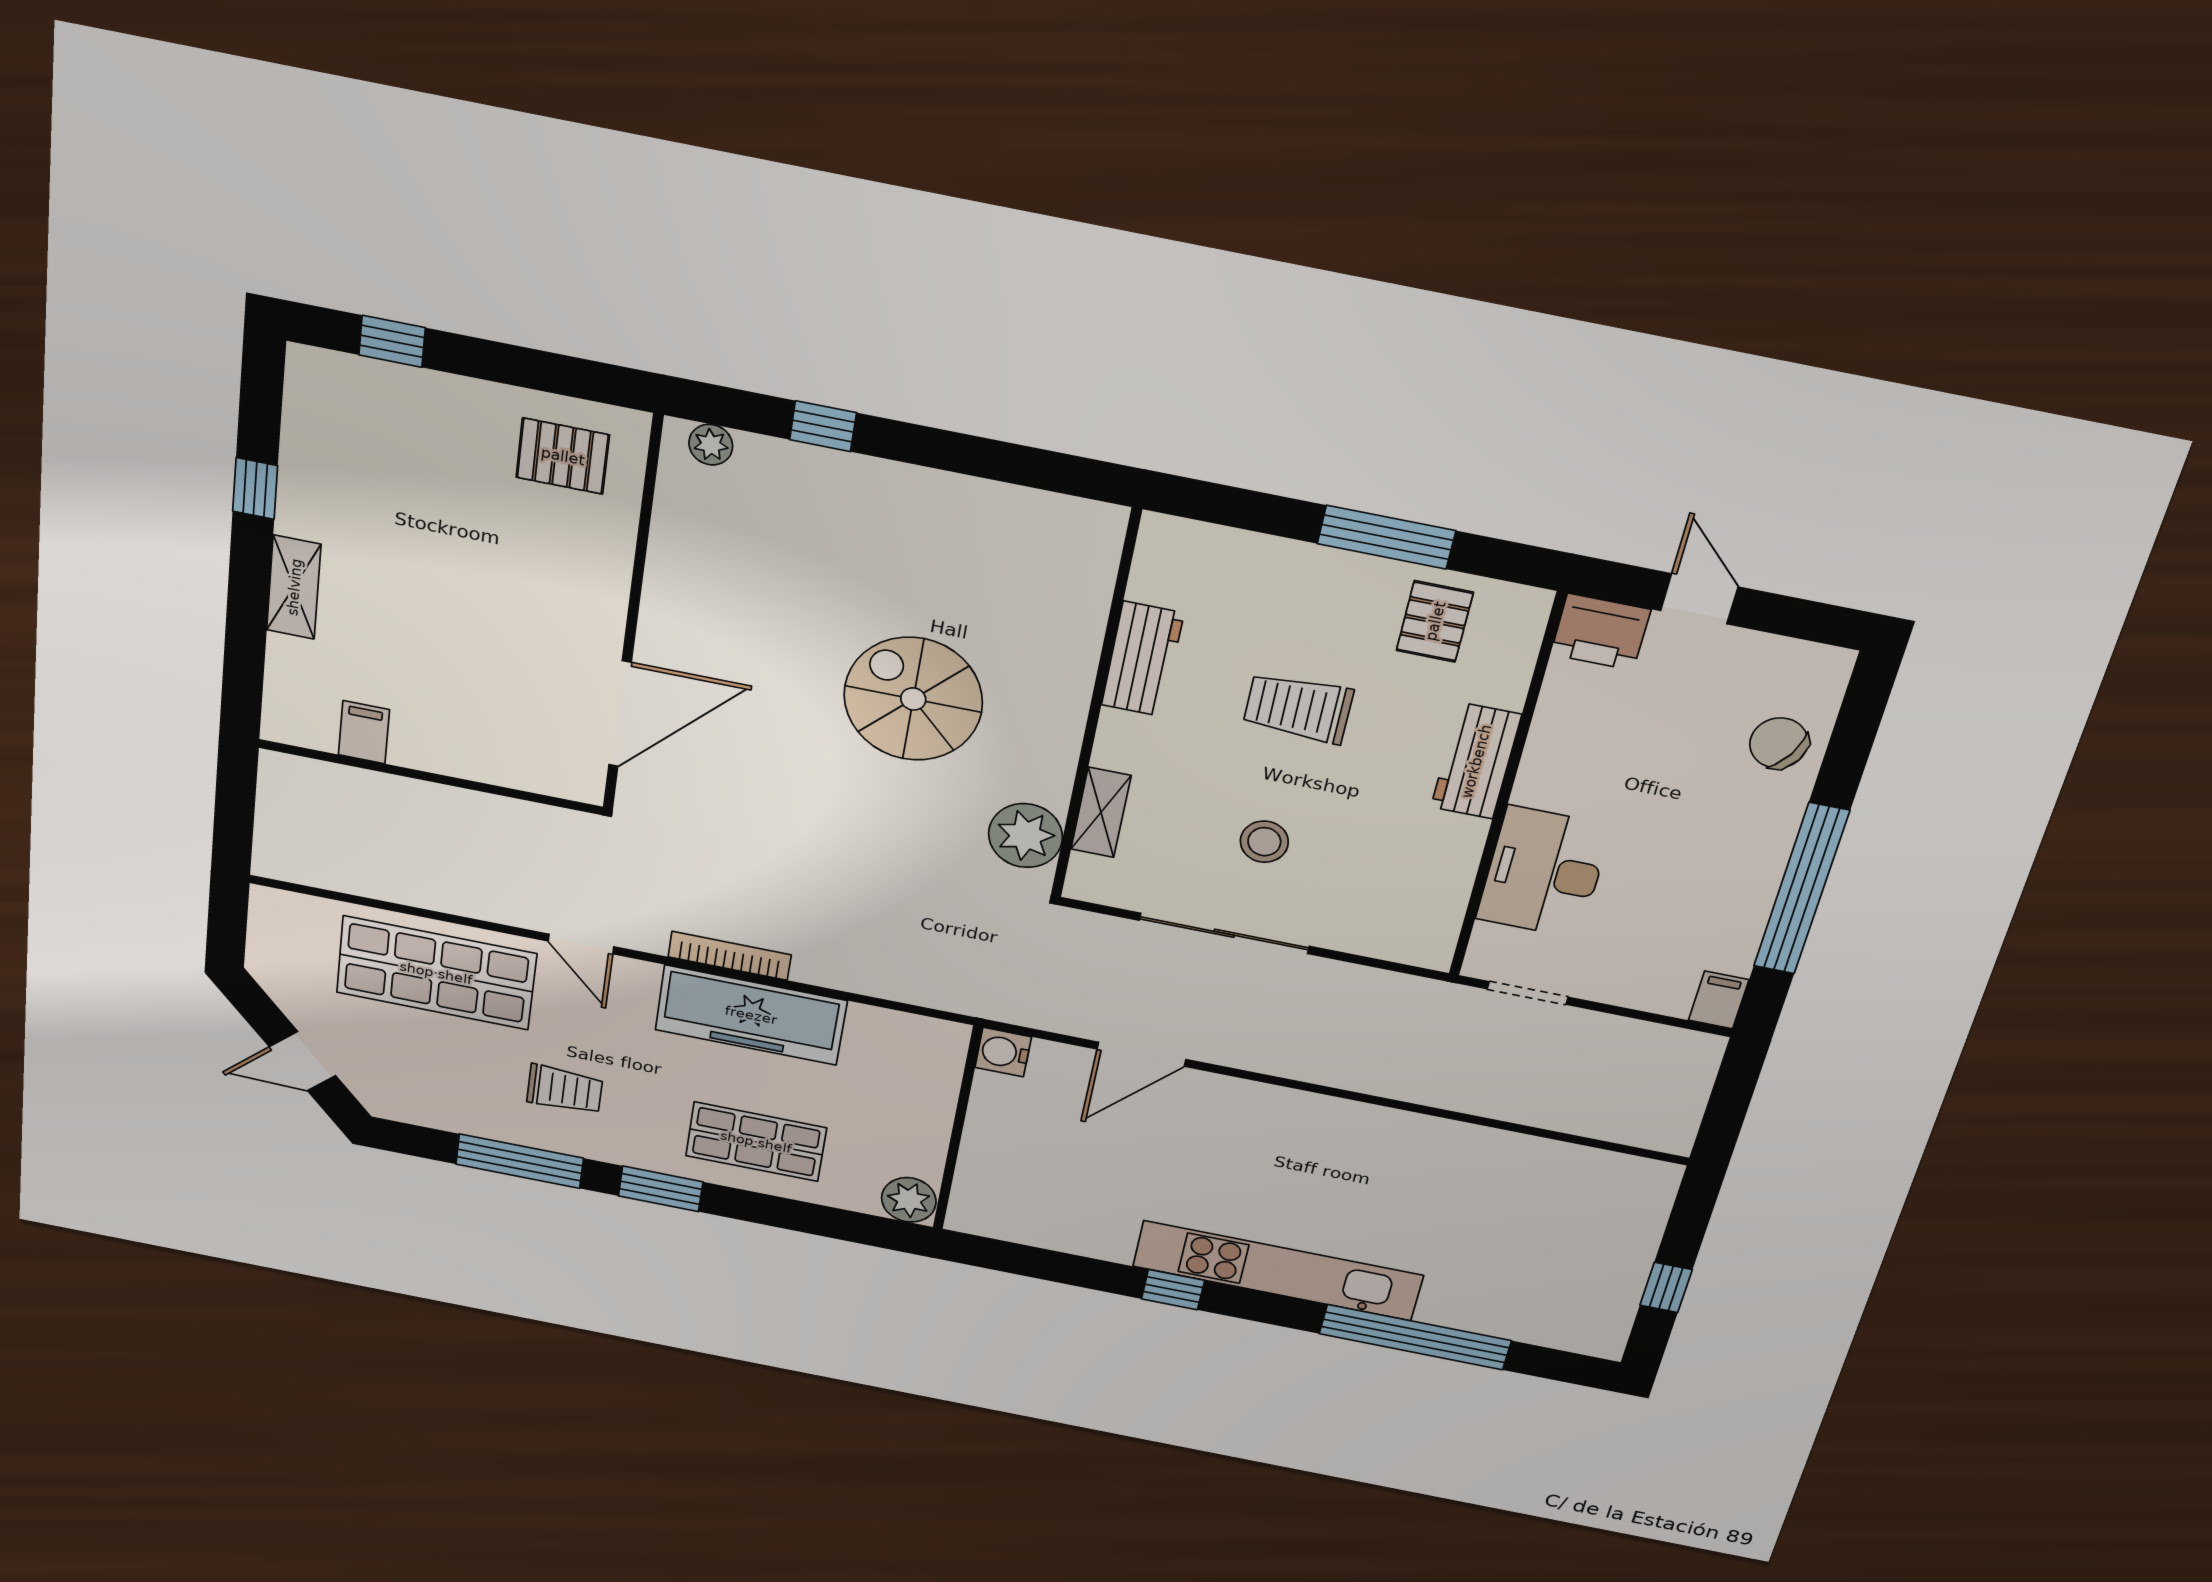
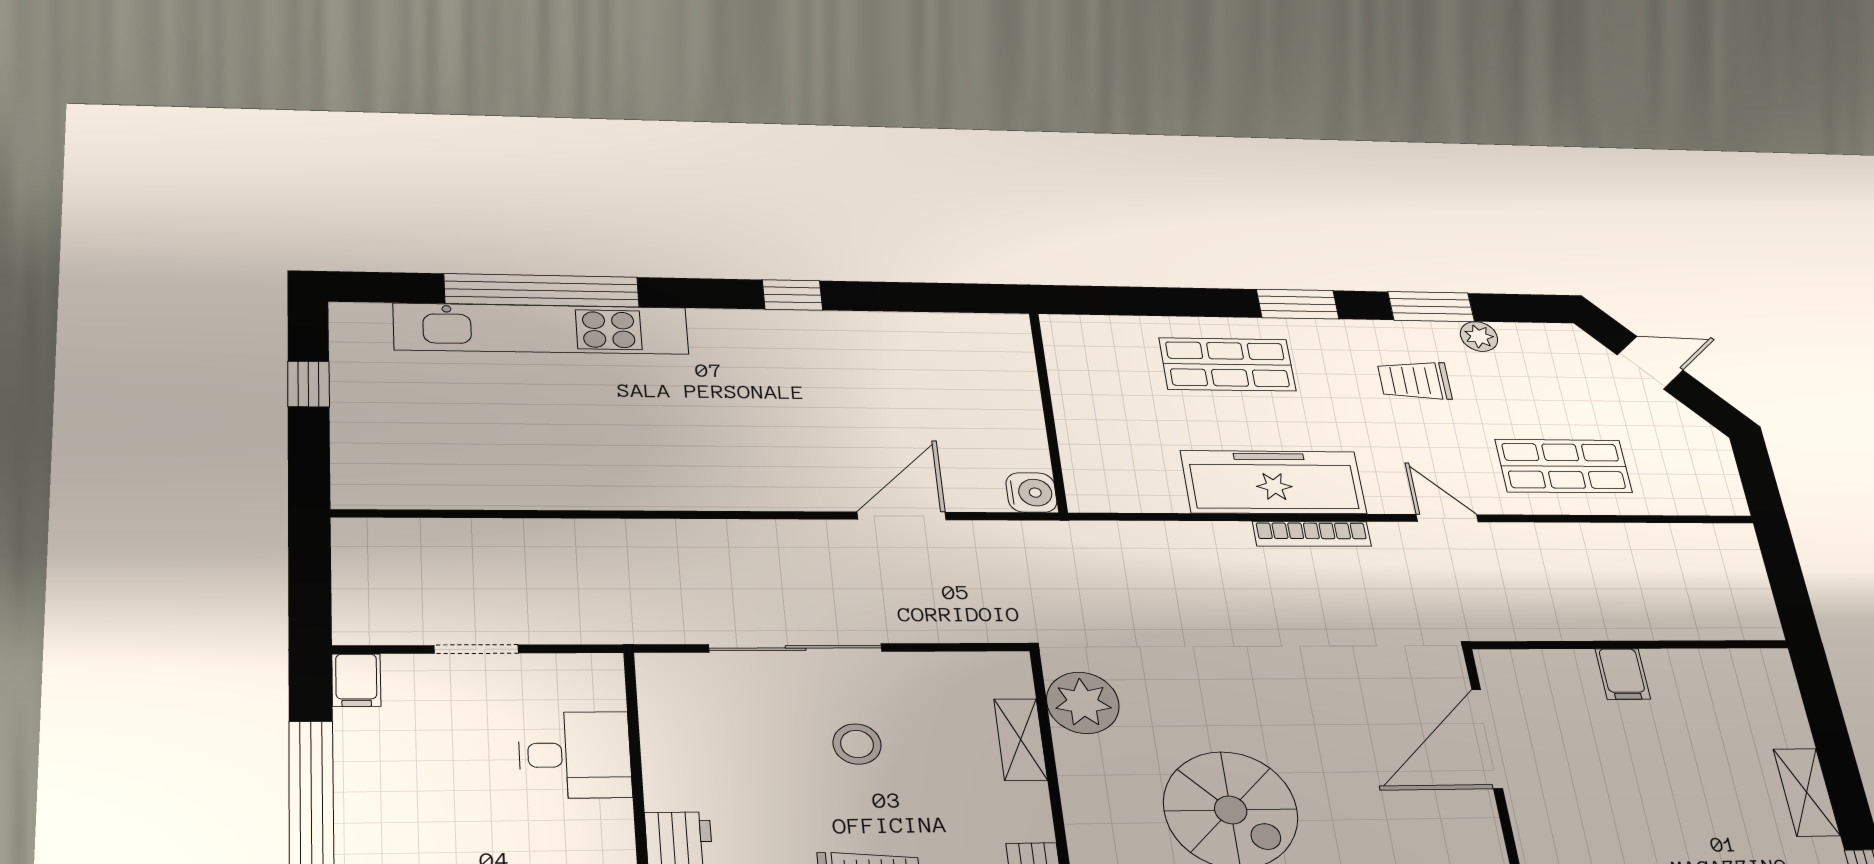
filing cabinet: (364, 732) -> (1623, 674), moved
desk: (1544, 872) -> (575, 755), width x0.73
sliding door: (1224, 933) -> (796, 648), moved
shop shelf: (436, 973) -> (1564, 466), width x0.70, depth x0.74
doorway: (1528, 993) -> (476, 649), moved
window: (520, 1161) -> (1431, 307), width x0.69
plant: (909, 1200) -> (1479, 336), moved, width x0.73, depth x0.73
kitchen unit: (1278, 1271) -> (541, 329), moved

